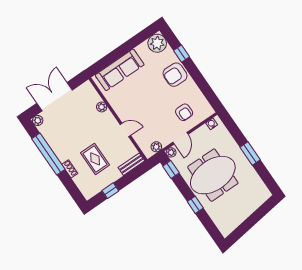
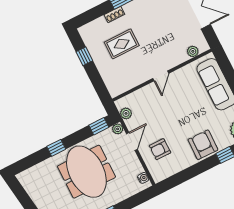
plant: (102, 107) -> (193, 51), moved
door: (125, 130) -> (161, 76), moved
door: (181, 138) -> (132, 141), swing flipped
bench: (131, 164) -> (110, 83), removed

